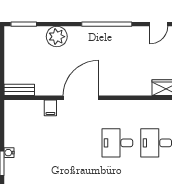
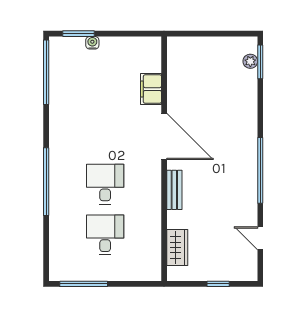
plant: (57, 37) -> (250, 61), moved, width x0.53, depth x0.53
bench: (19, 90) -> (174, 190), moved
filing cabinet: (50, 108) -> (151, 89), width x2.00

